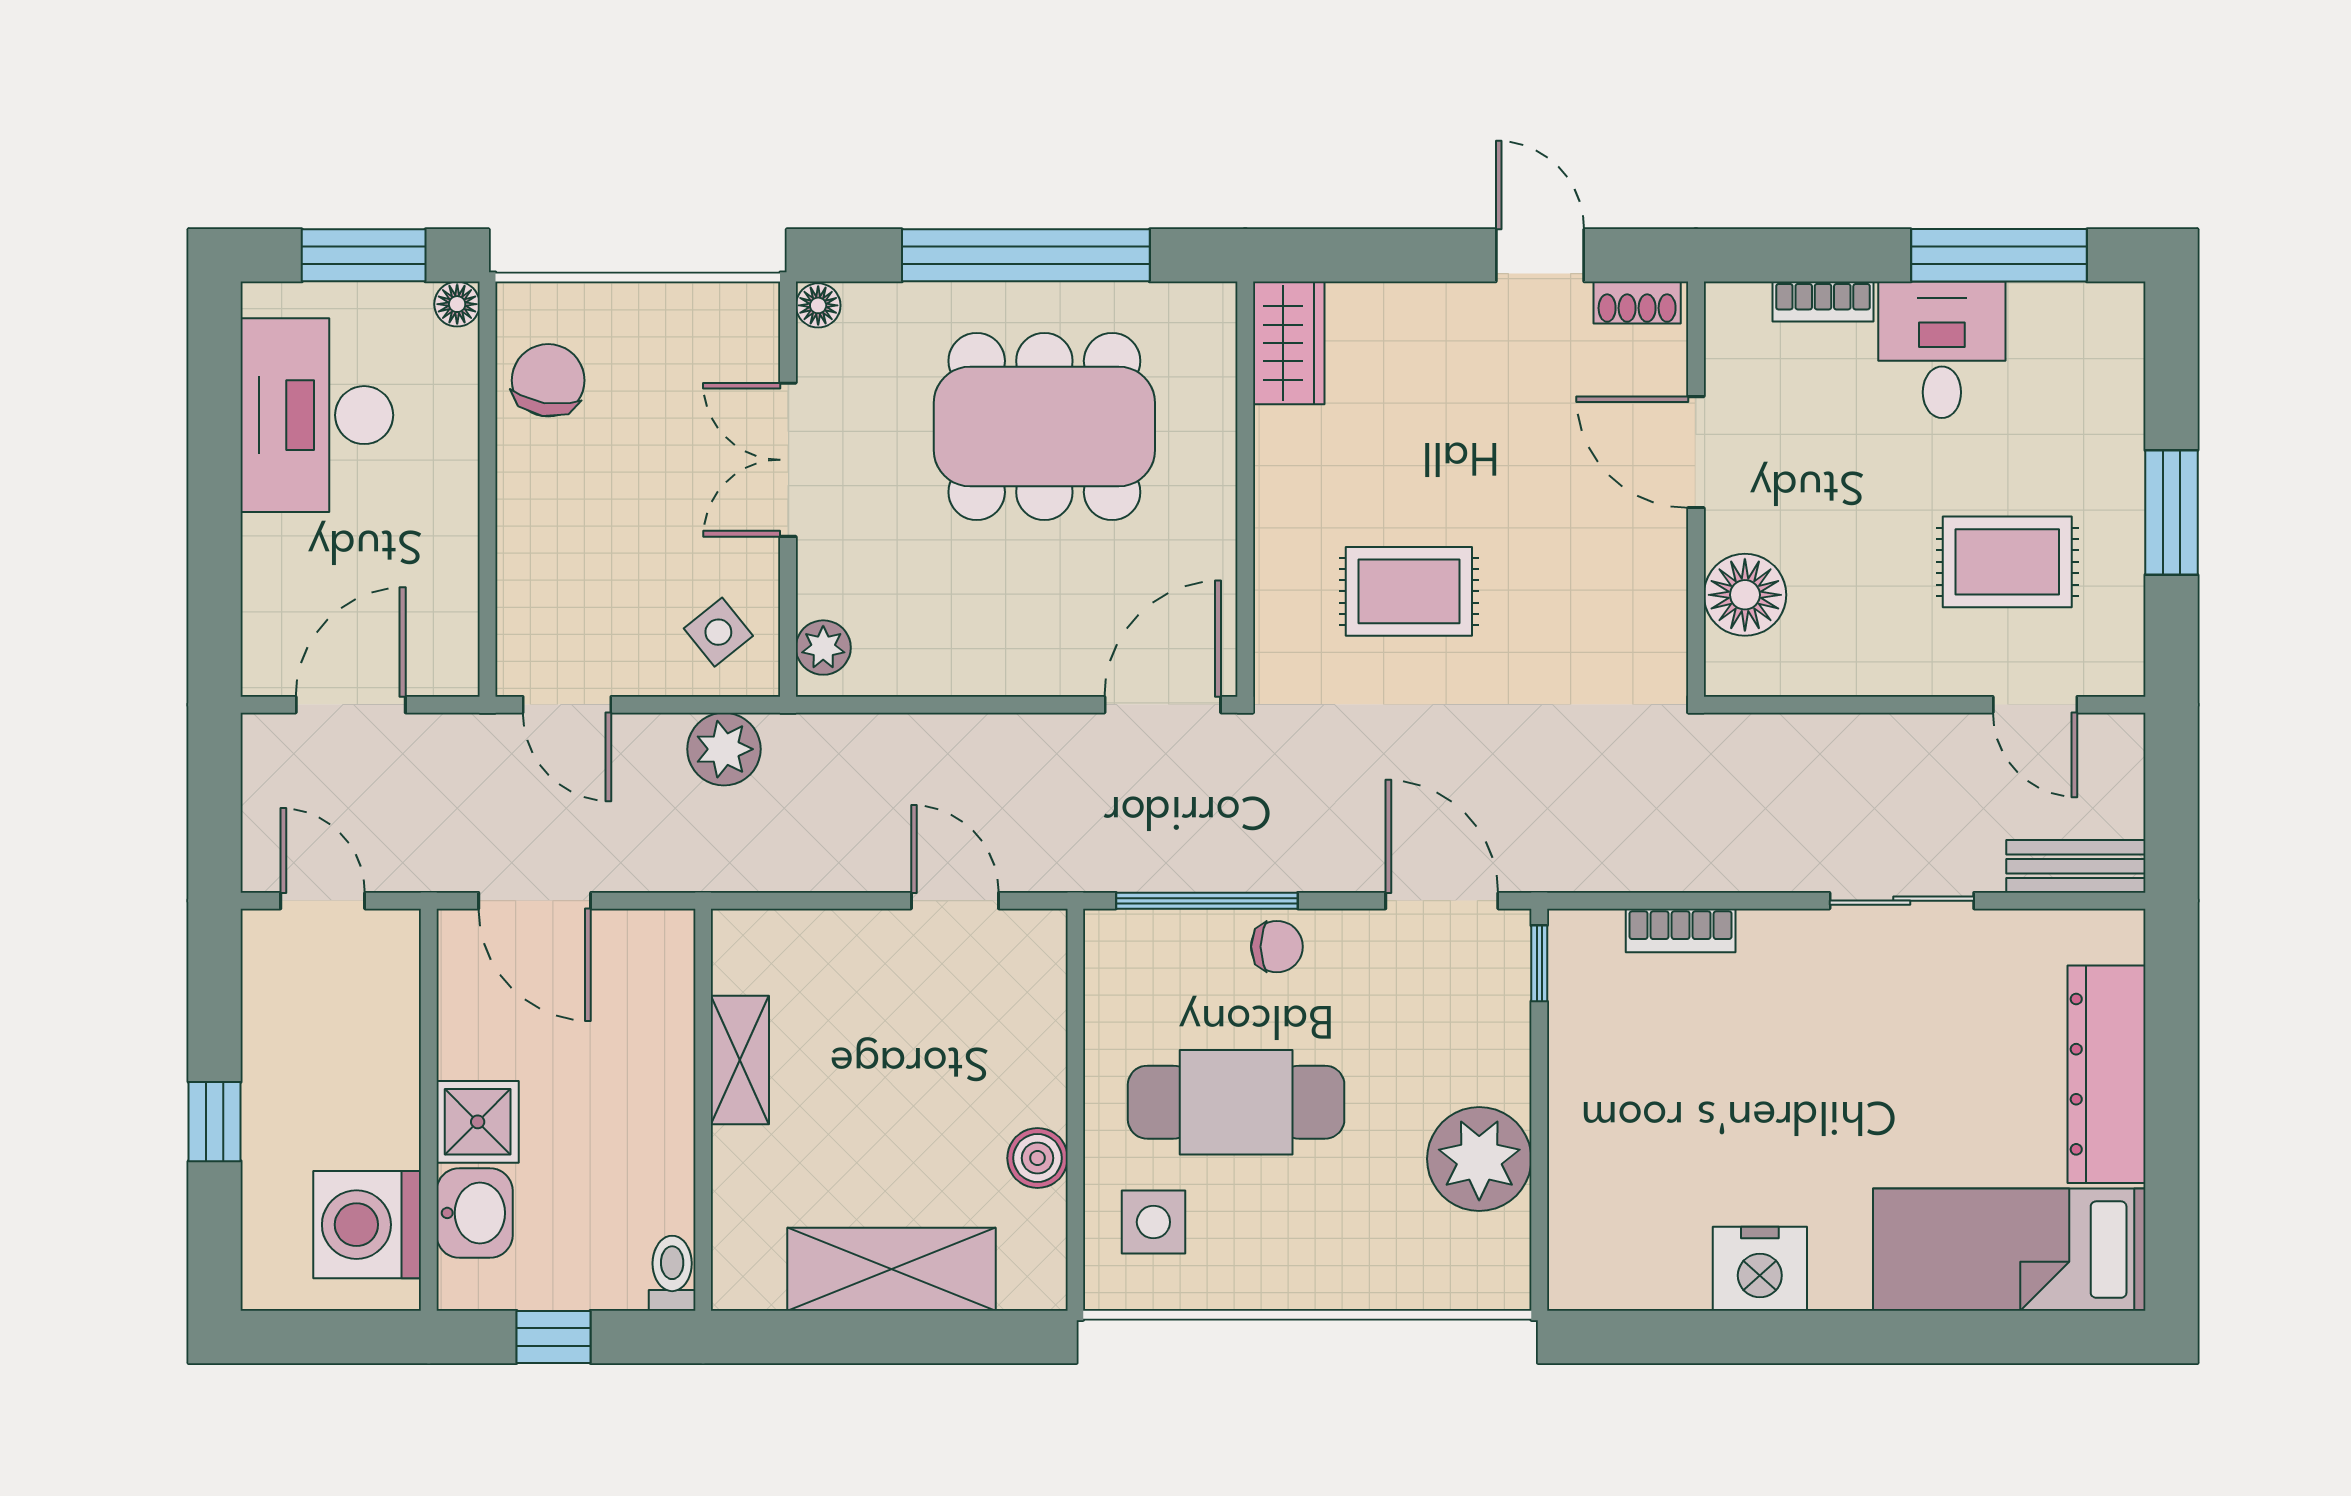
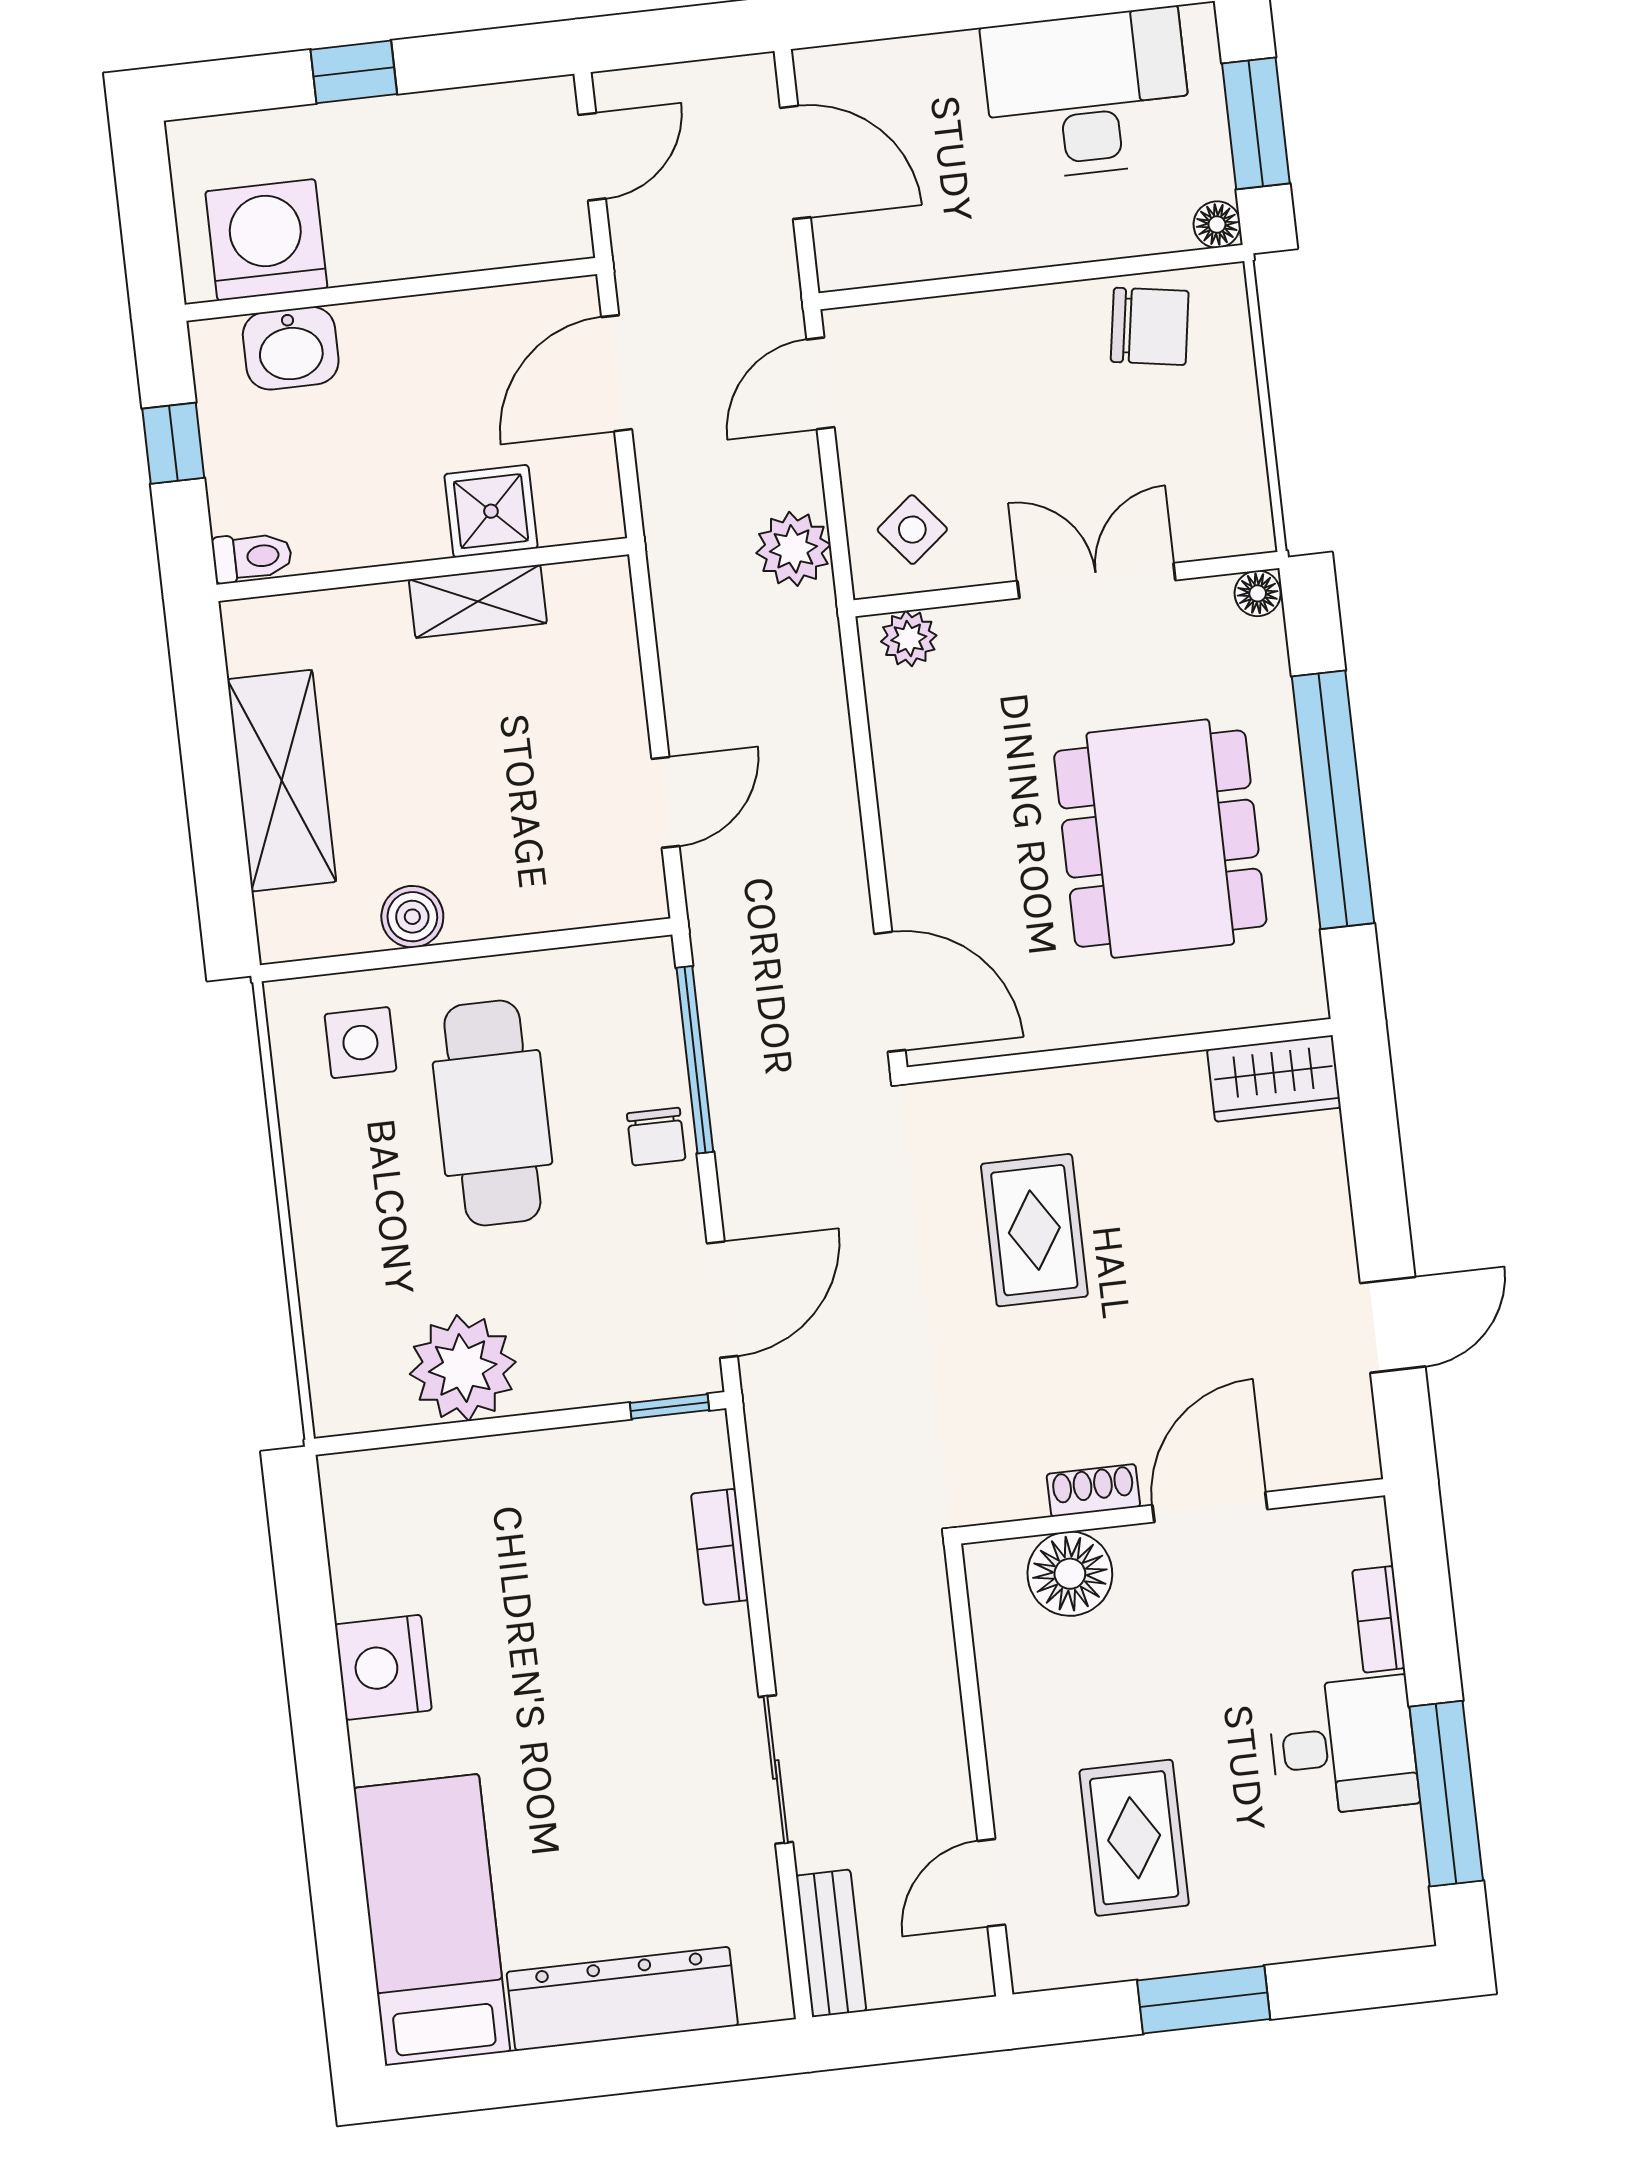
shoe rack: (1637, 303) -> (1093, 1490), moved, turned 90
shower: (478, 1122) -> (491, 511), moved

